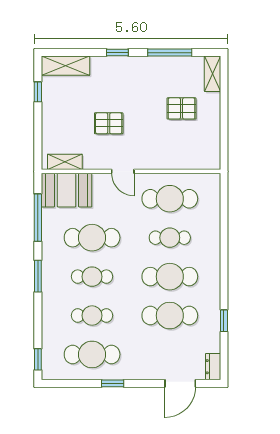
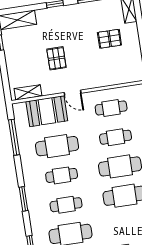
pallet: (109, 123) -> (56, 58), turned 90
booth: (67, 190) -> (47, 111), moved
cafe table: (170, 199) -> (111, 108), width x0.73, depth x0.74
window: (38, 276) -> (23, 199), moved

